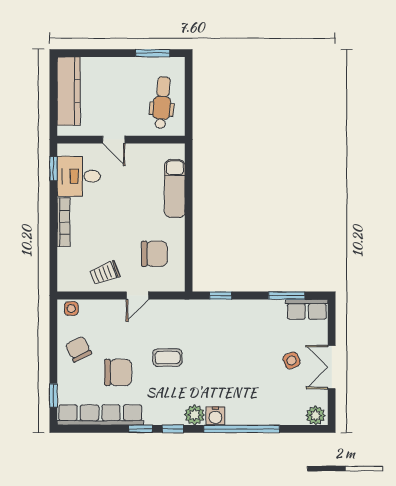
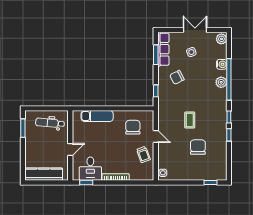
row of seats: (307, 309) -> (163, 49), width x1.48
chair: (79, 349) -> (177, 77), moved
double door: (332, 367) -> (195, 30), swing flipped
row of seats: (100, 415) -> (221, 157), removed
plant: (195, 415) -> (221, 82), moved
water cooler: (215, 416) -> (222, 64), moved

